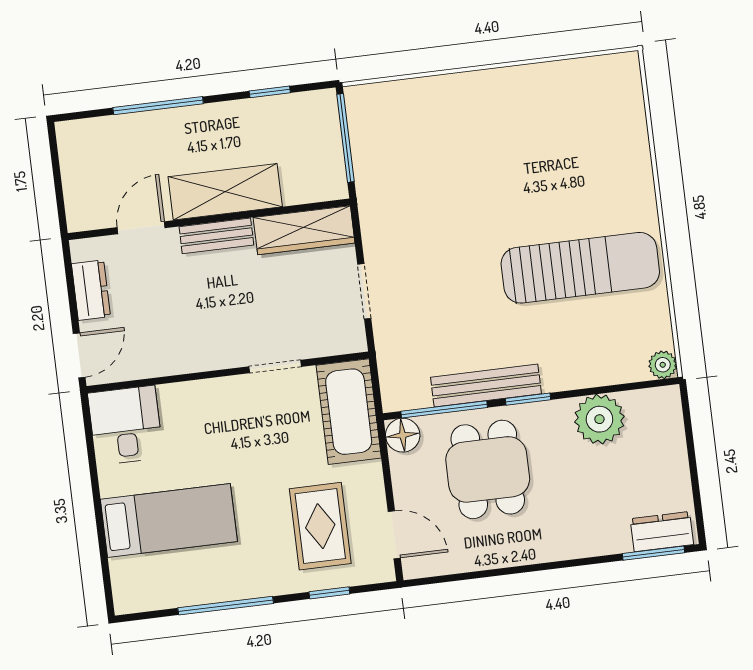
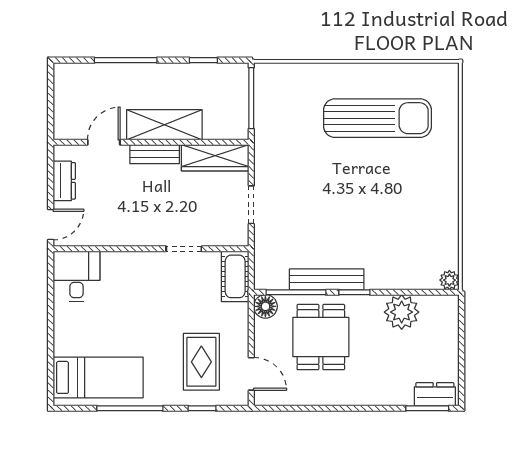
sun lounger: (580, 268) -> (378, 118), moved
cot: (349, 412) -> (235, 276), width x0.73, depth x0.75
bed: (169, 520) -> (98, 377), moved

